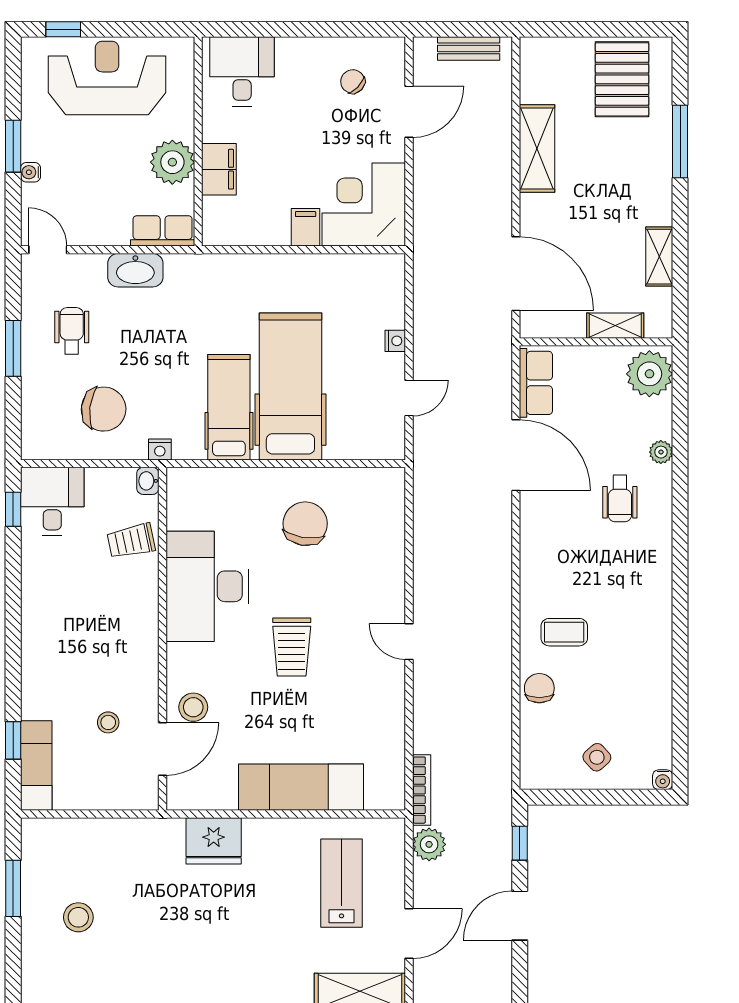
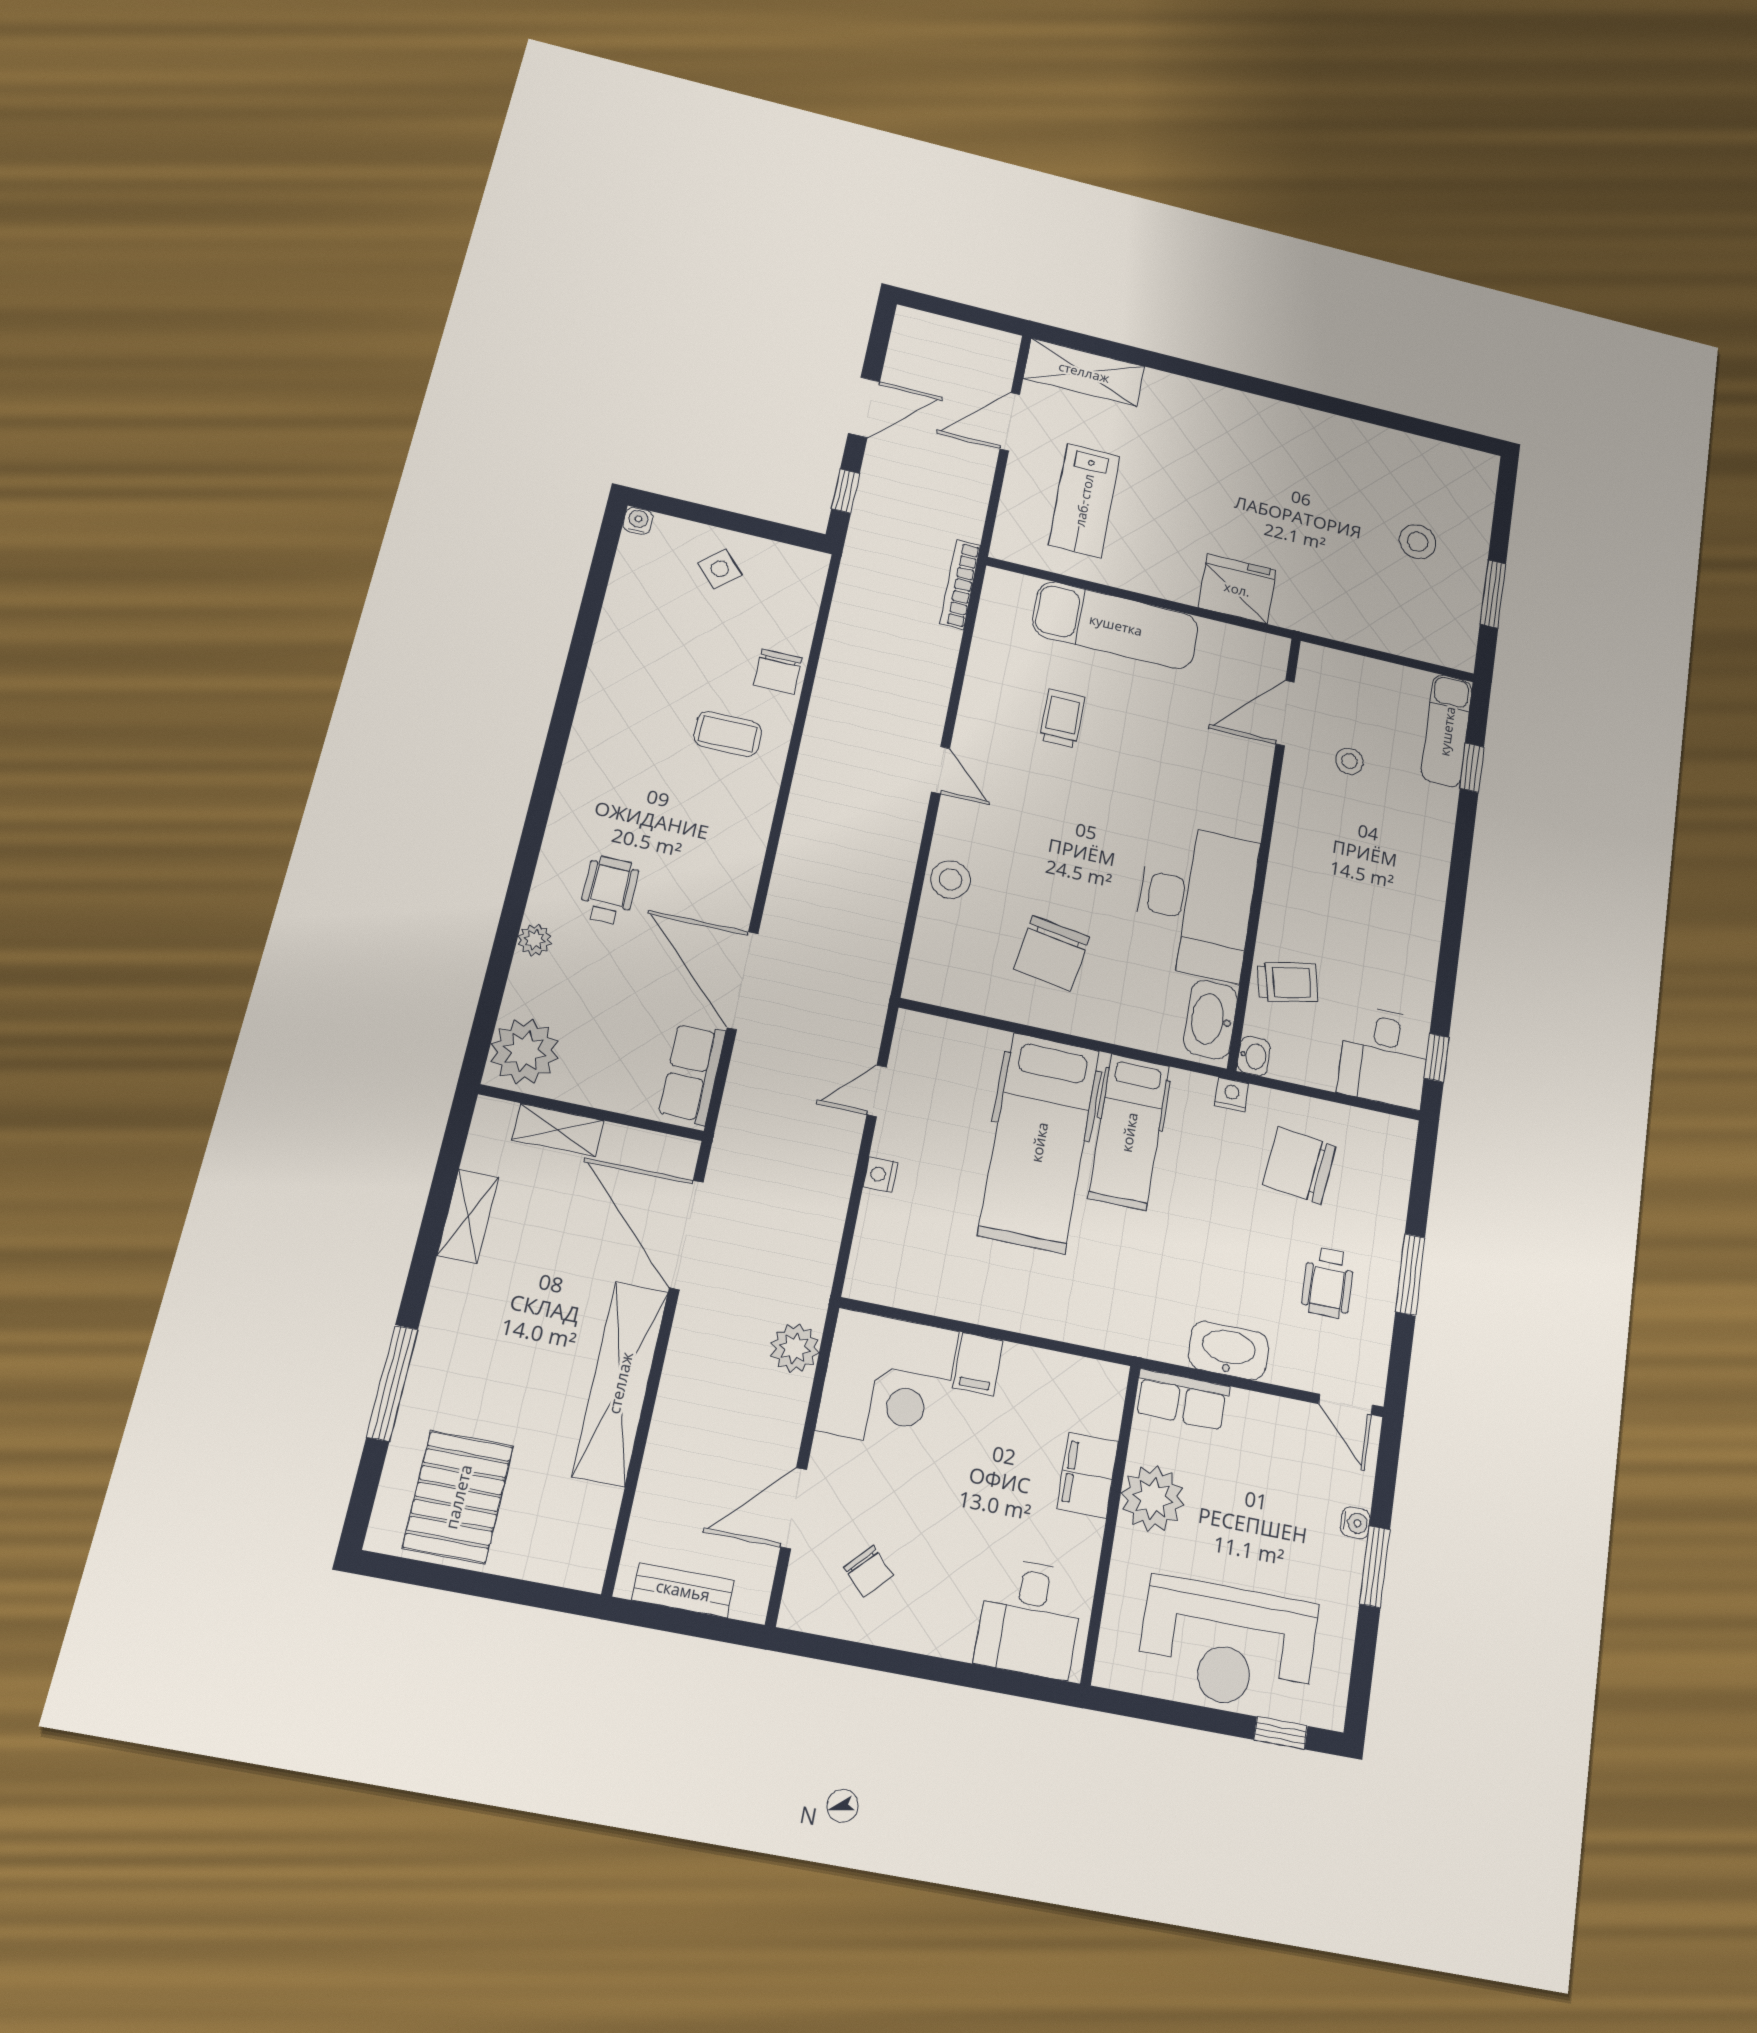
shelving: (537, 149) -> (620, 1383), width x1.47
washbasin: (183, 501) -> (1211, 1020), added
trolley: (292, 647) -> (1062, 719), moved, width x0.73, depth x0.72
stool: (193, 707) -> (951, 880), moved
plant: (429, 844) -> (795, 1348), moved

